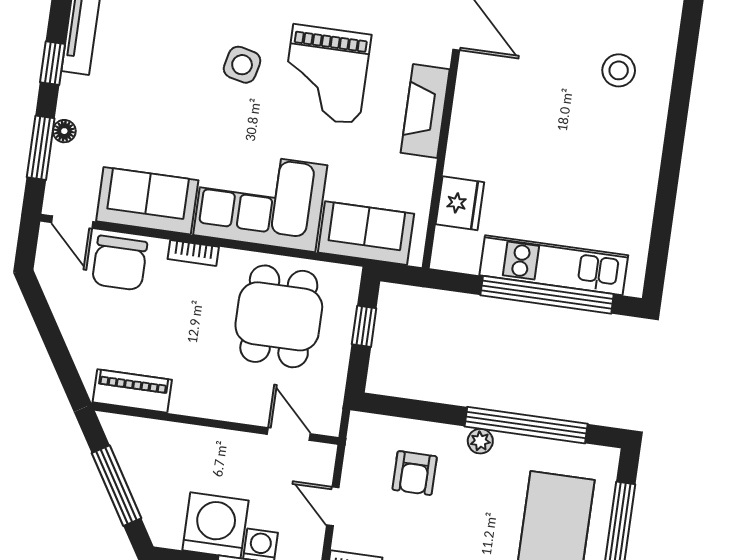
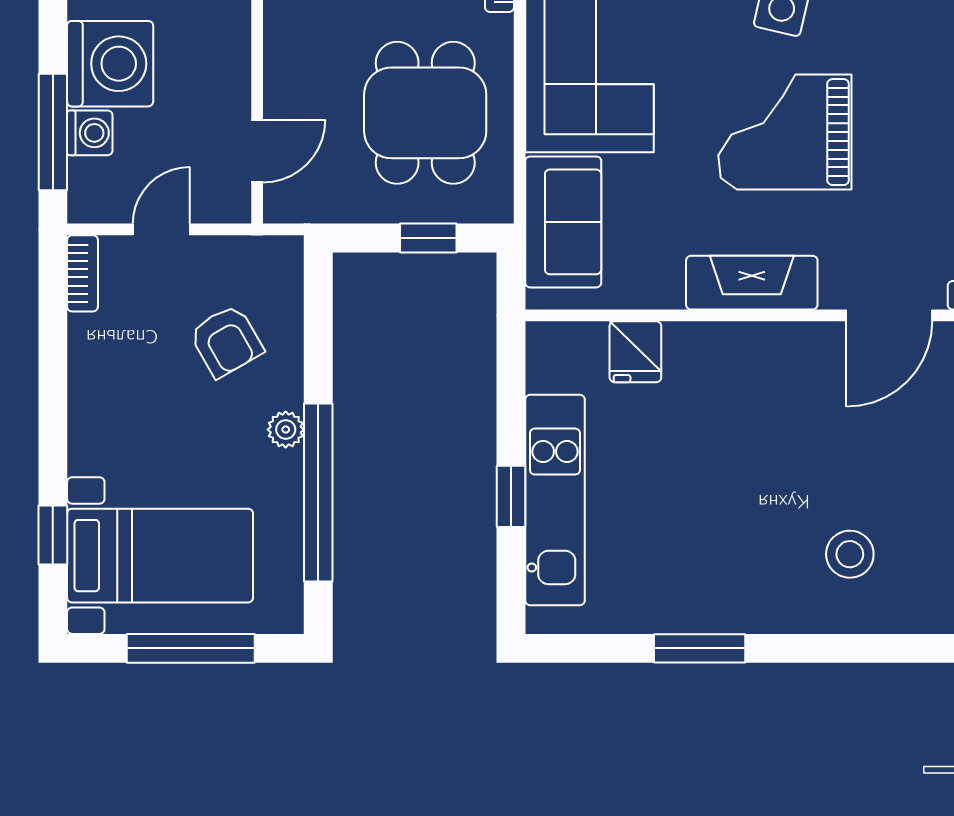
window: (668, 181) -> (700, 648), added
fridge: (460, 203) -> (635, 352), width x0.72
window: (547, 295) -> (511, 496), width x0.32
dining table: (279, 316) -> (425, 113), turned 90
armchair: (415, 473) -> (226, 341), turned -120

